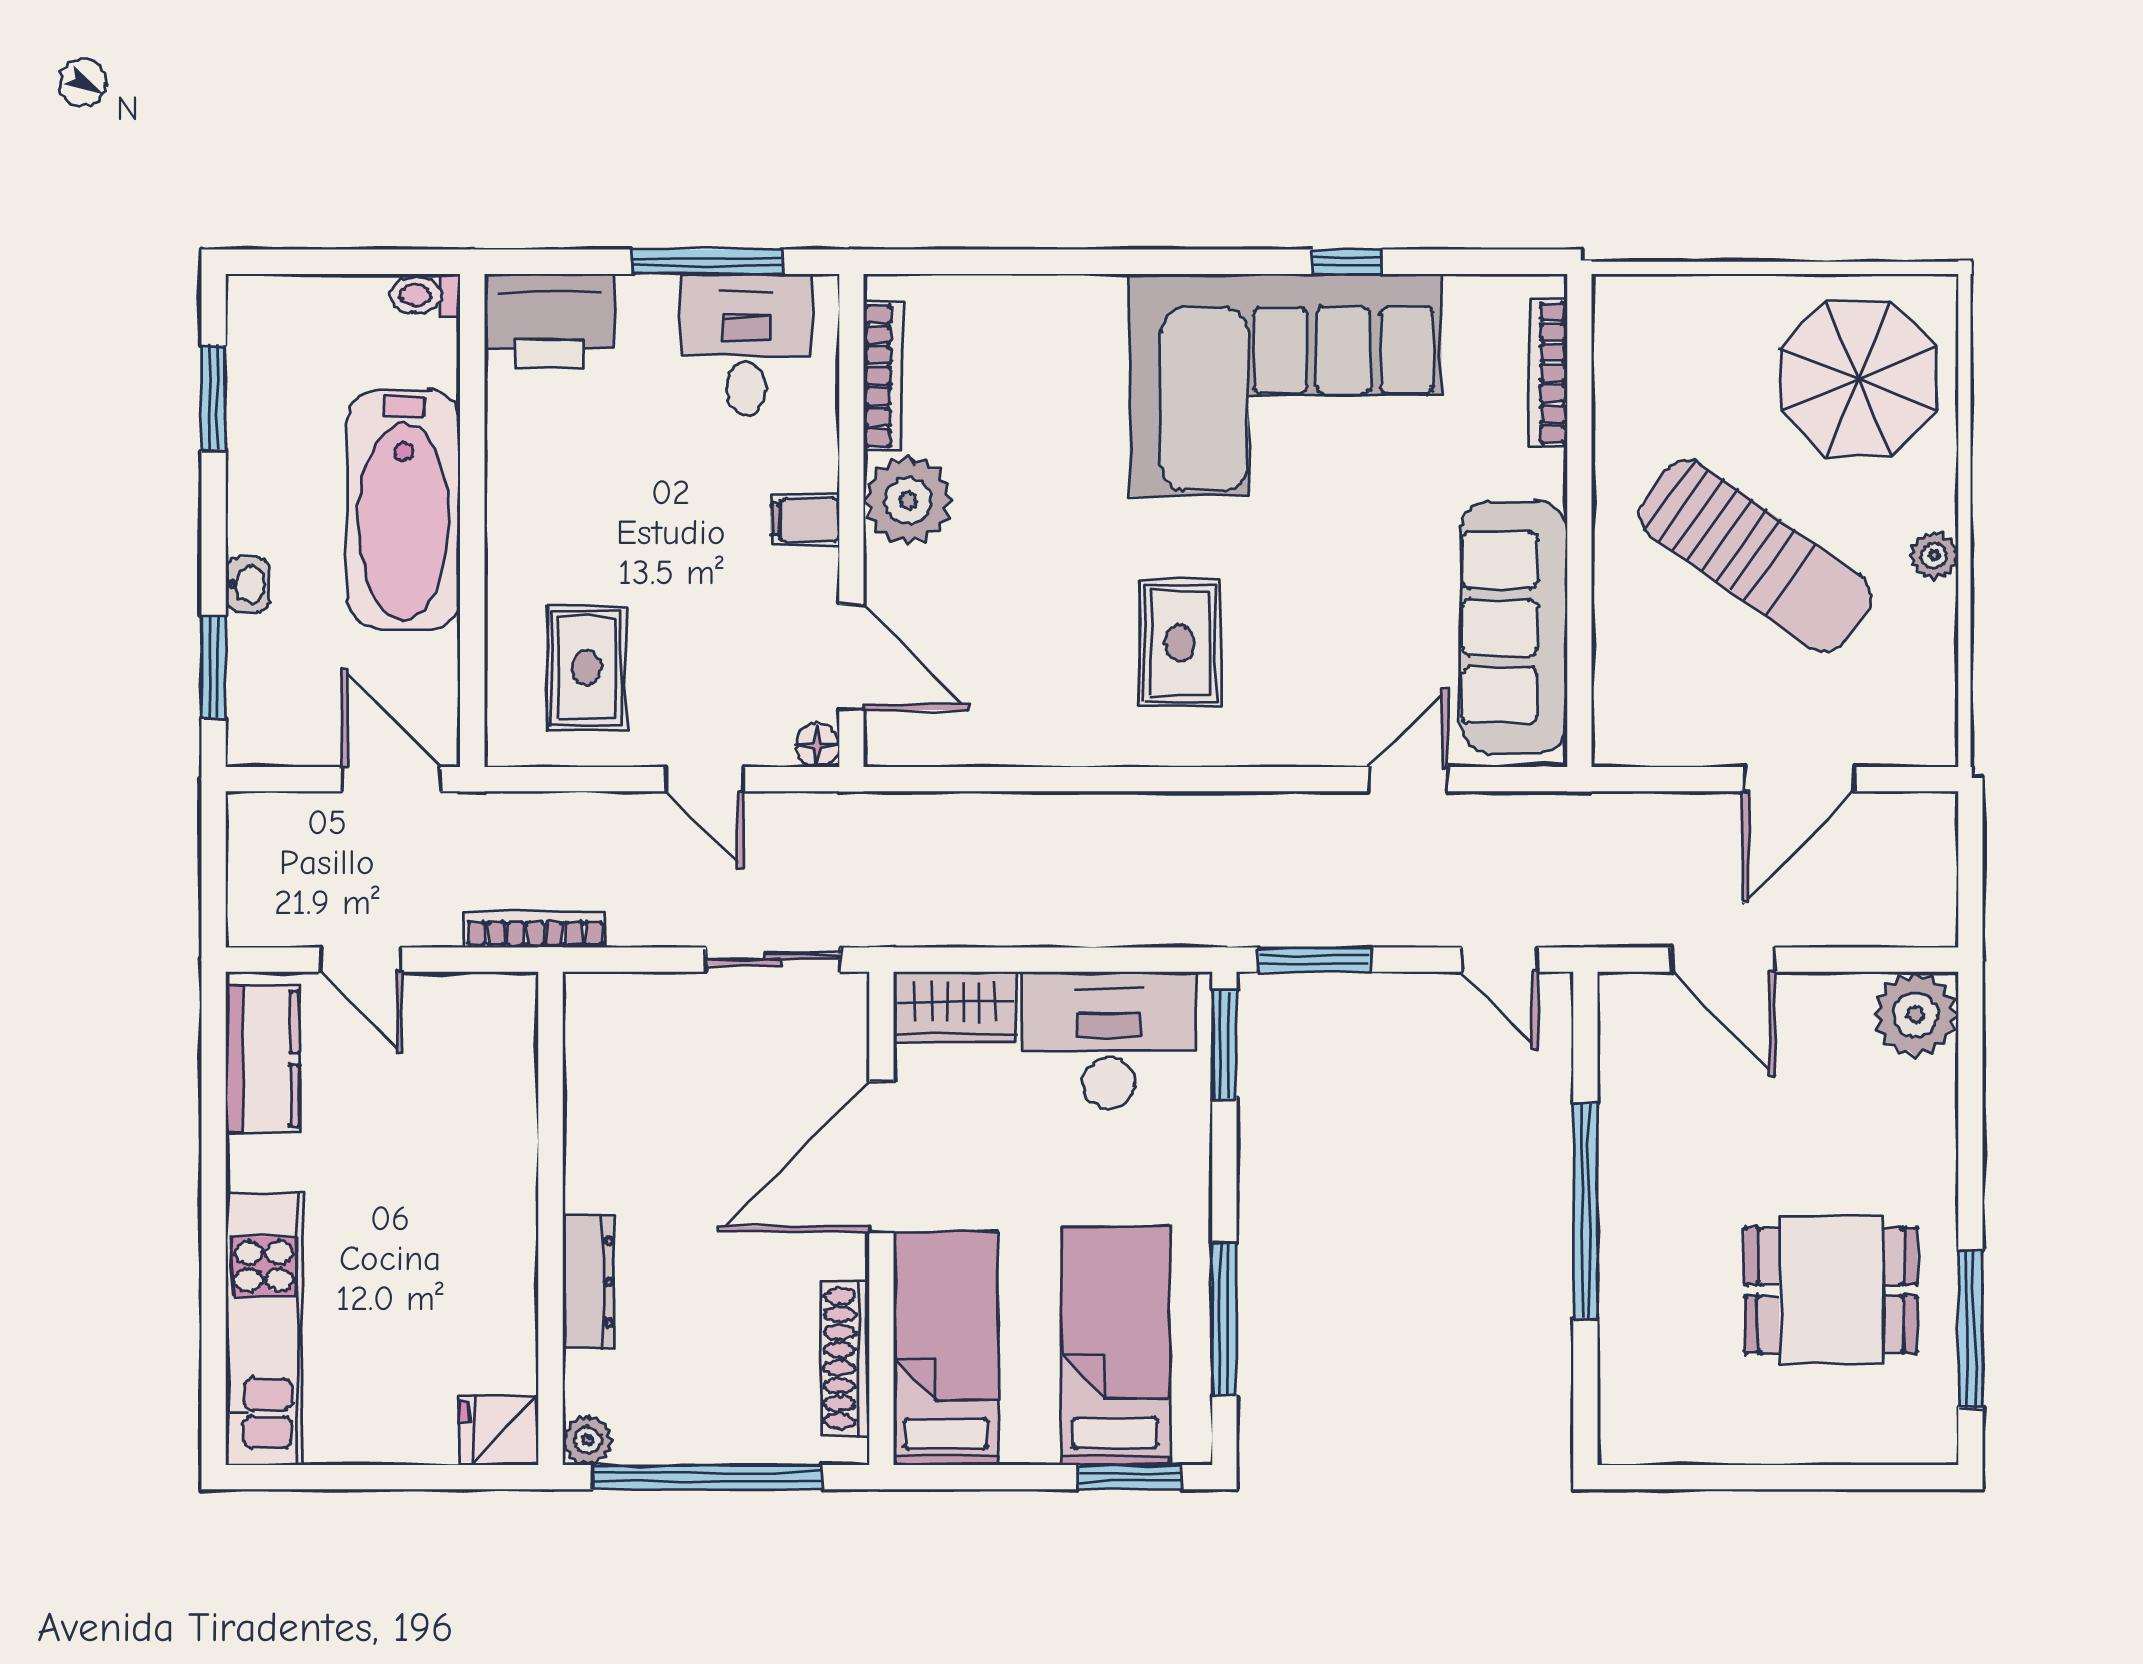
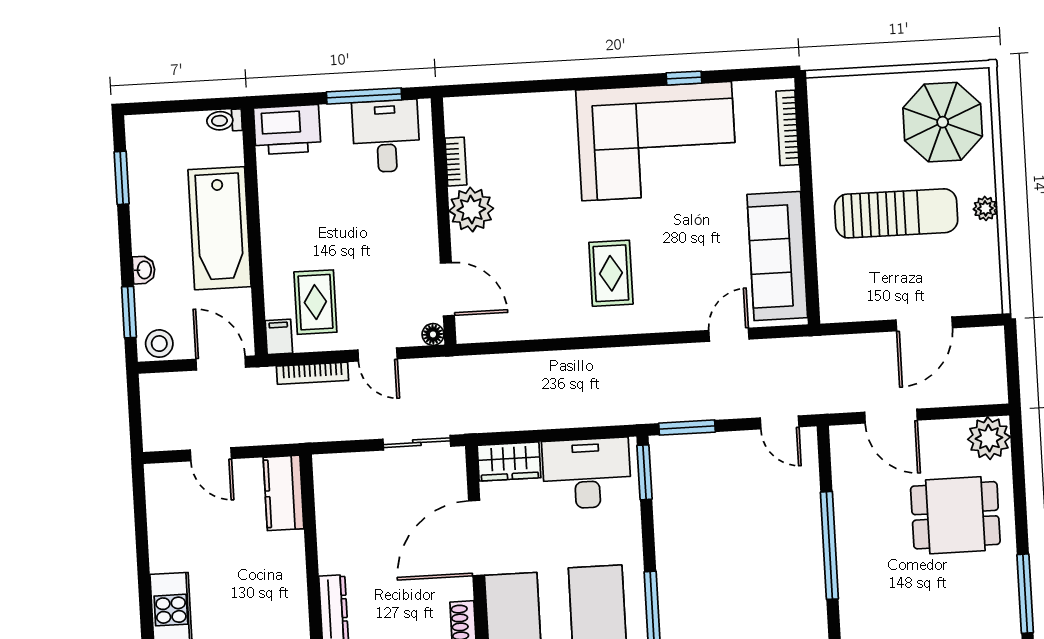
bookcase: (883, 376) -> (456, 162), width x0.64
filing cabinet: (805, 520) -> (279, 337), moved, turned 90
sun lounger: (1755, 556) -> (896, 213), turned -35
stool: (270, 733) -> (159, 344), added
bookcase: (535, 929) -> (313, 373), moved, turned 180
kitchen counter: (262, 1059) -> (284, 493), moved, turned 180
dining table: (1831, 1290) -> (955, 515), moved

